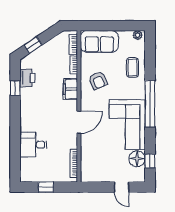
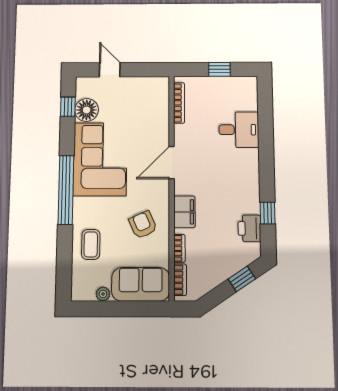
plant: (138, 35) -> (103, 294), moved

